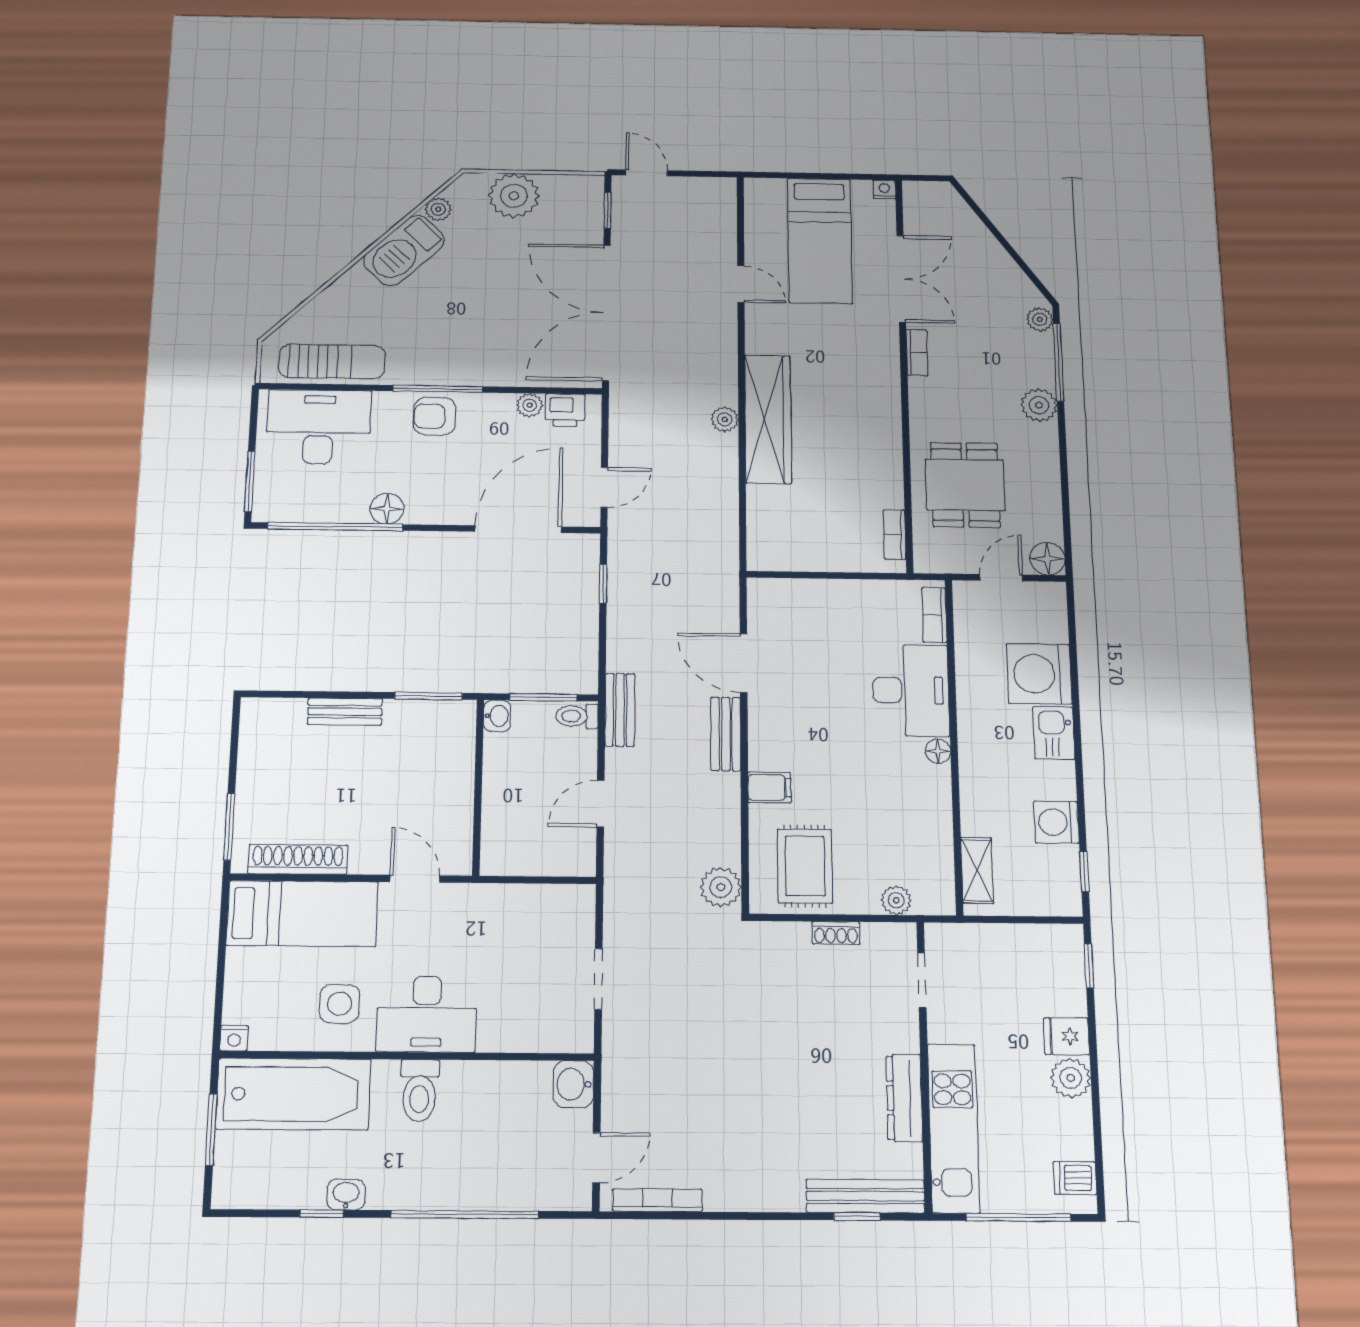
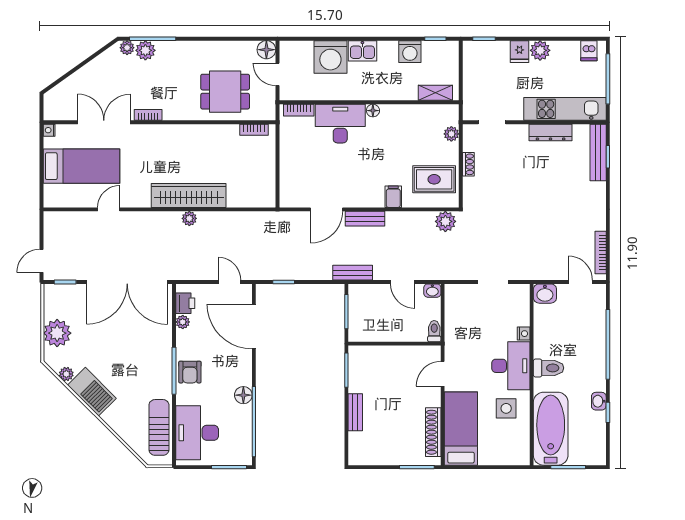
plant: (1039, 405) -> (145, 50), moved
washbasin: (497, 716) -> (432, 291), moved, turned 180
toilet: (577, 716) -> (434, 331), moved, turned 180
nightstand: (234, 1038) -> (524, 334), moved

